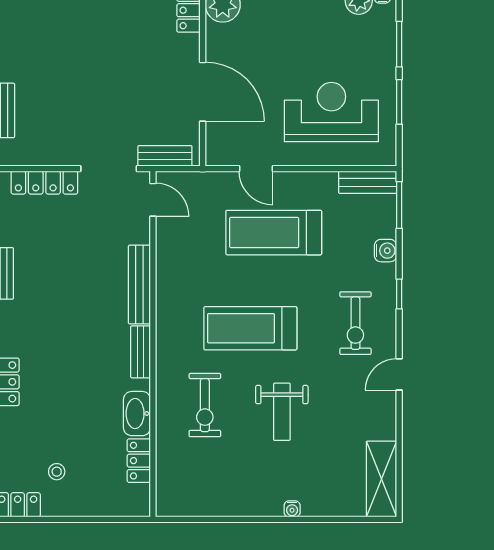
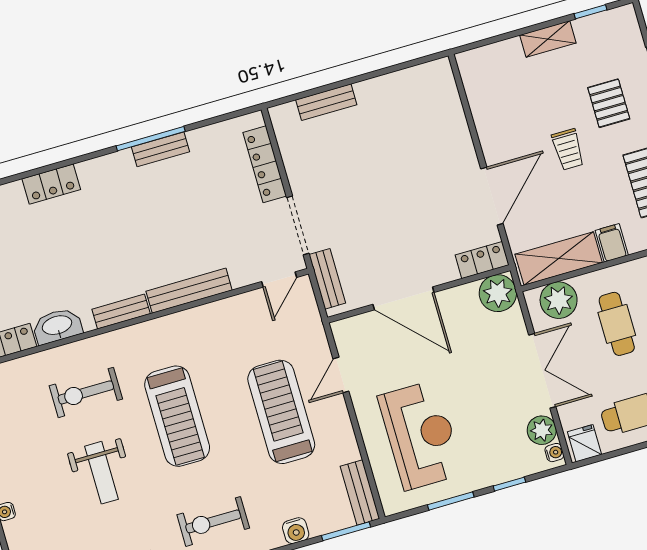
window: (399, 44) -> (509, 484), width x0.67
door: (203, 92) -> (403, 298), hinge flipped
treadmill: (250, 328) -> (177, 416), turned 180
weight bench: (282, 412) -> (102, 473), turned -90

